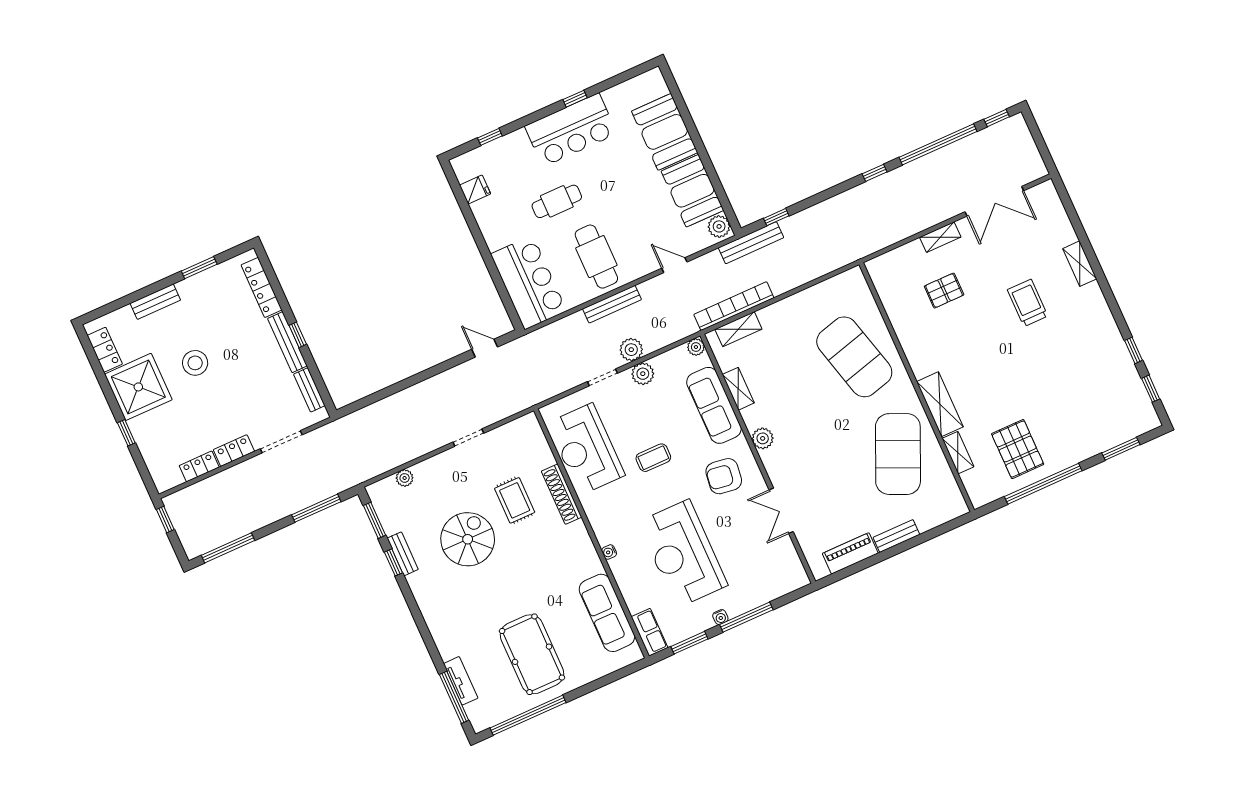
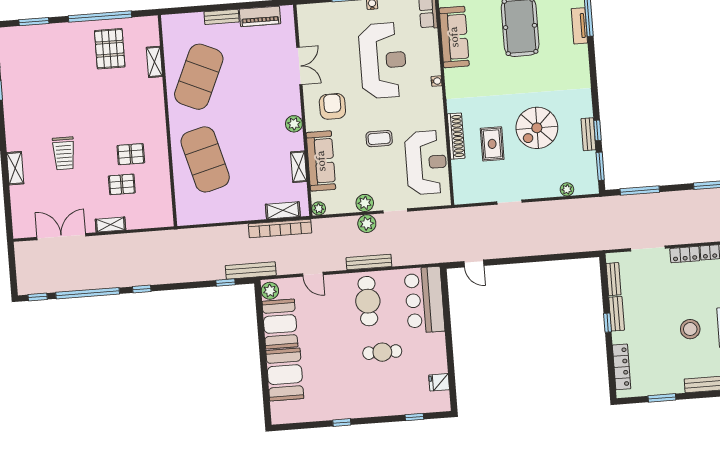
bar counter: (571, 130) -> (353, 401), removed
pallet: (946, 331) -> (131, 154), added
bench: (287, 342) -> (617, 314), width x0.73
shelving: (940, 404) -> (155, 102), removed
armchair: (724, 476) -> (332, 106), turned -98

